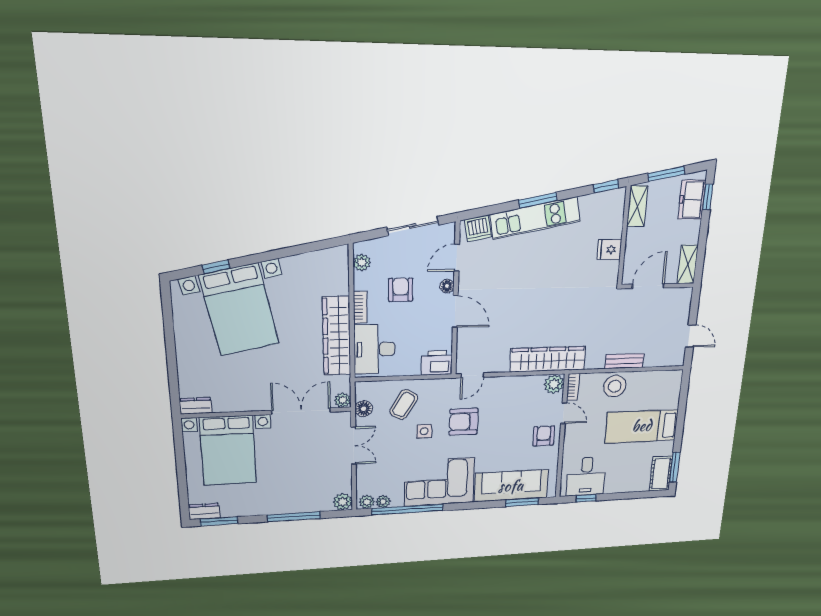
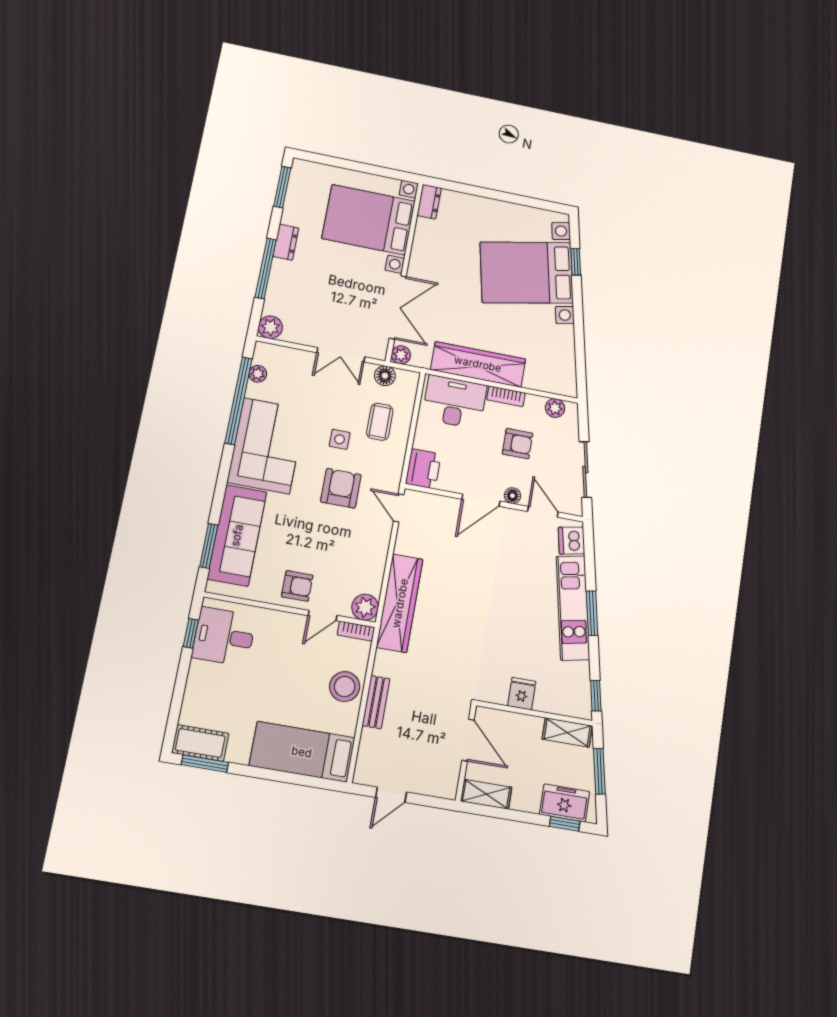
coffee table: (404, 404) -> (380, 422), turned 59
bed: (642, 426) -> (302, 752), moved, turned -90
plant: (367, 502) -> (262, 355), removed
dresser: (204, 511) -> (286, 242), moved

